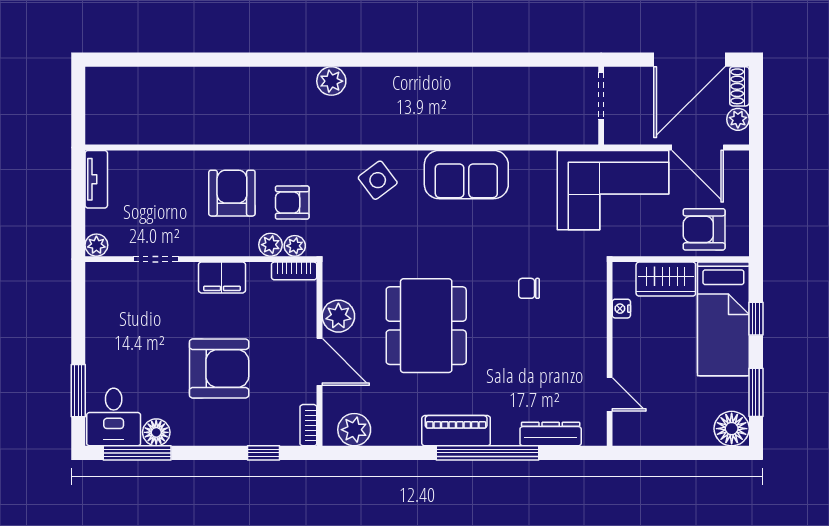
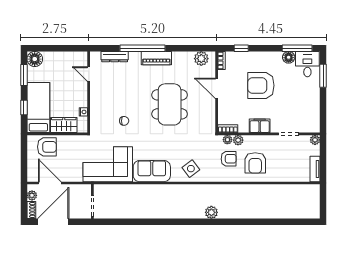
corner sofa: (613, 190) -> (108, 164), moved
plant: (338, 316) -> (208, 109), removed

